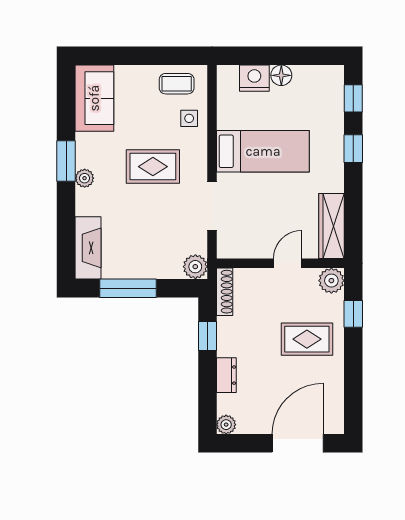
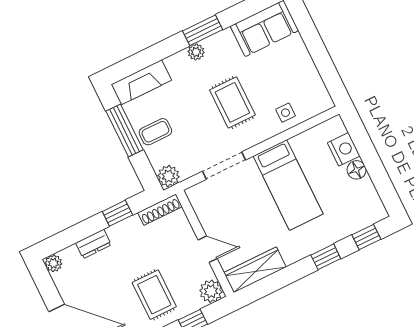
coffee table: (177, 84) -> (155, 132), moved, turned 90

